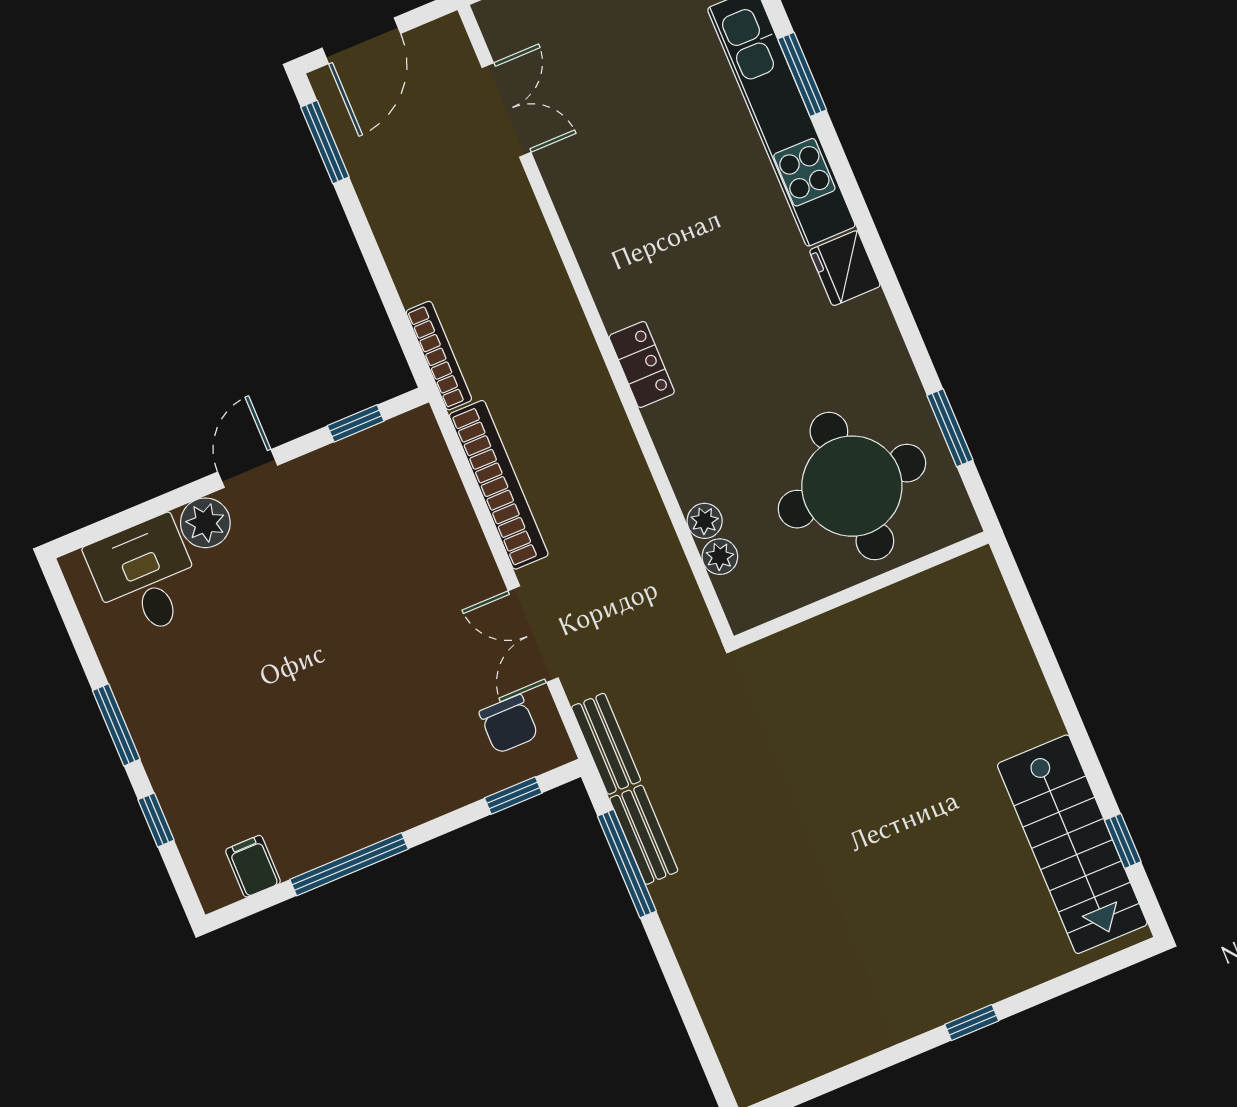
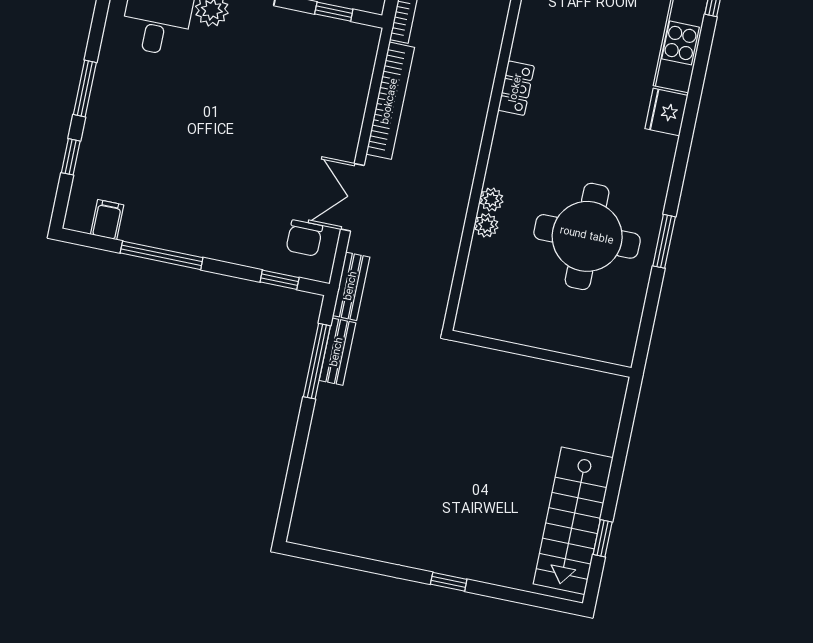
wall: (861, 590) -> (541, 354), moved

